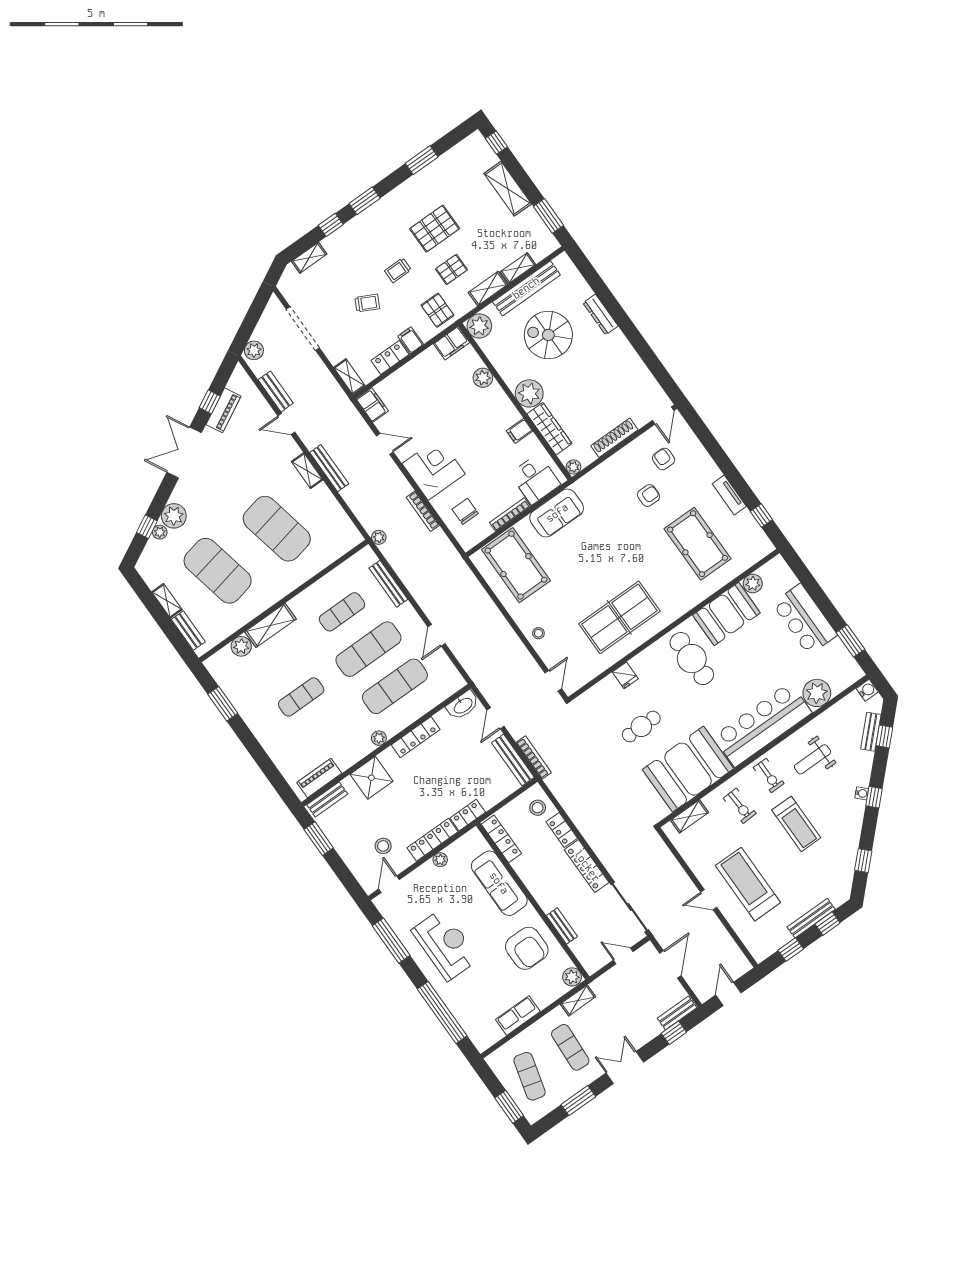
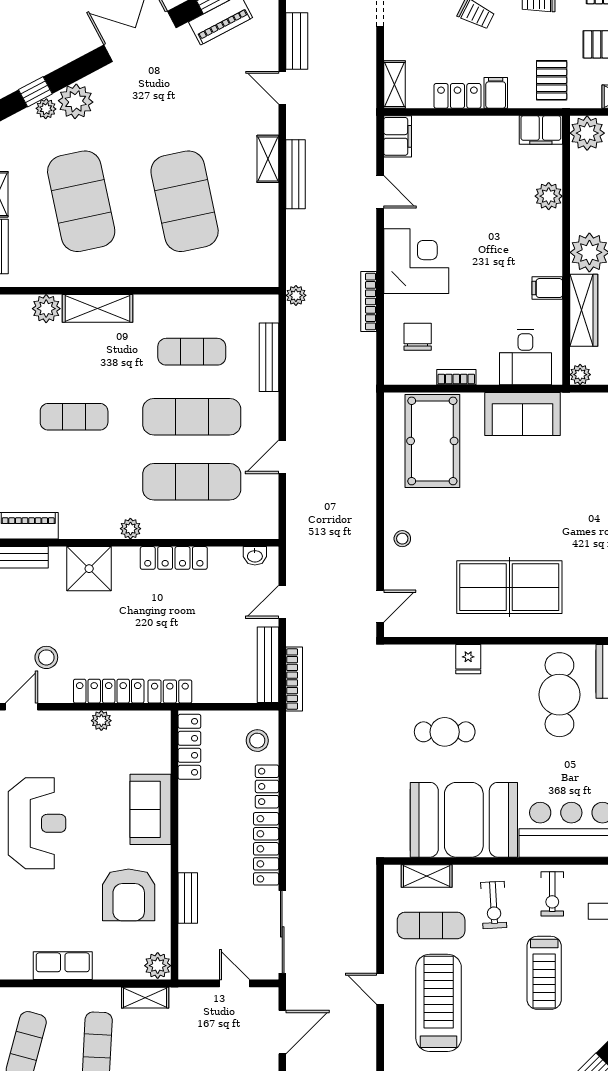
bookcase: (510, 514) -> (456, 377), width x0.64
washbasin: (463, 705) -> (255, 556), width x0.52, depth x0.69
exercise mat: (712, 843) -> (431, 925), added
sofa: (499, 883) -> (150, 809), width x0.73

